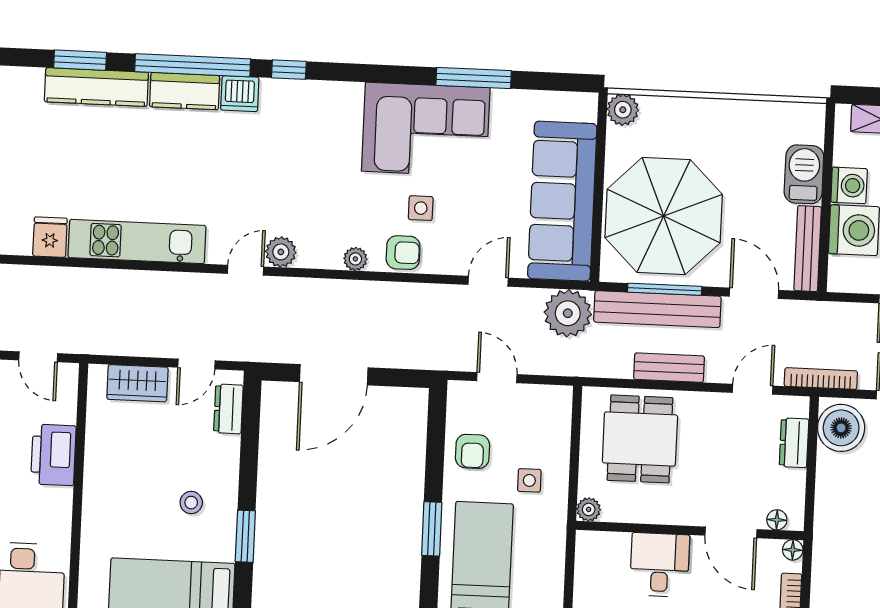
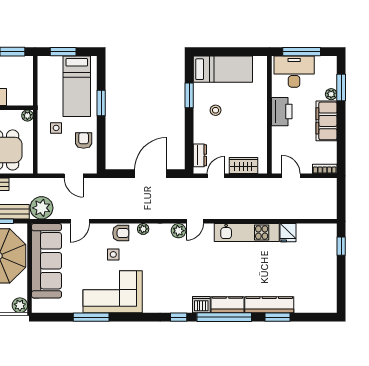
armchair: (403, 253) -> (121, 233), turned 180
printer: (53, 455) -> (282, 112), moved

